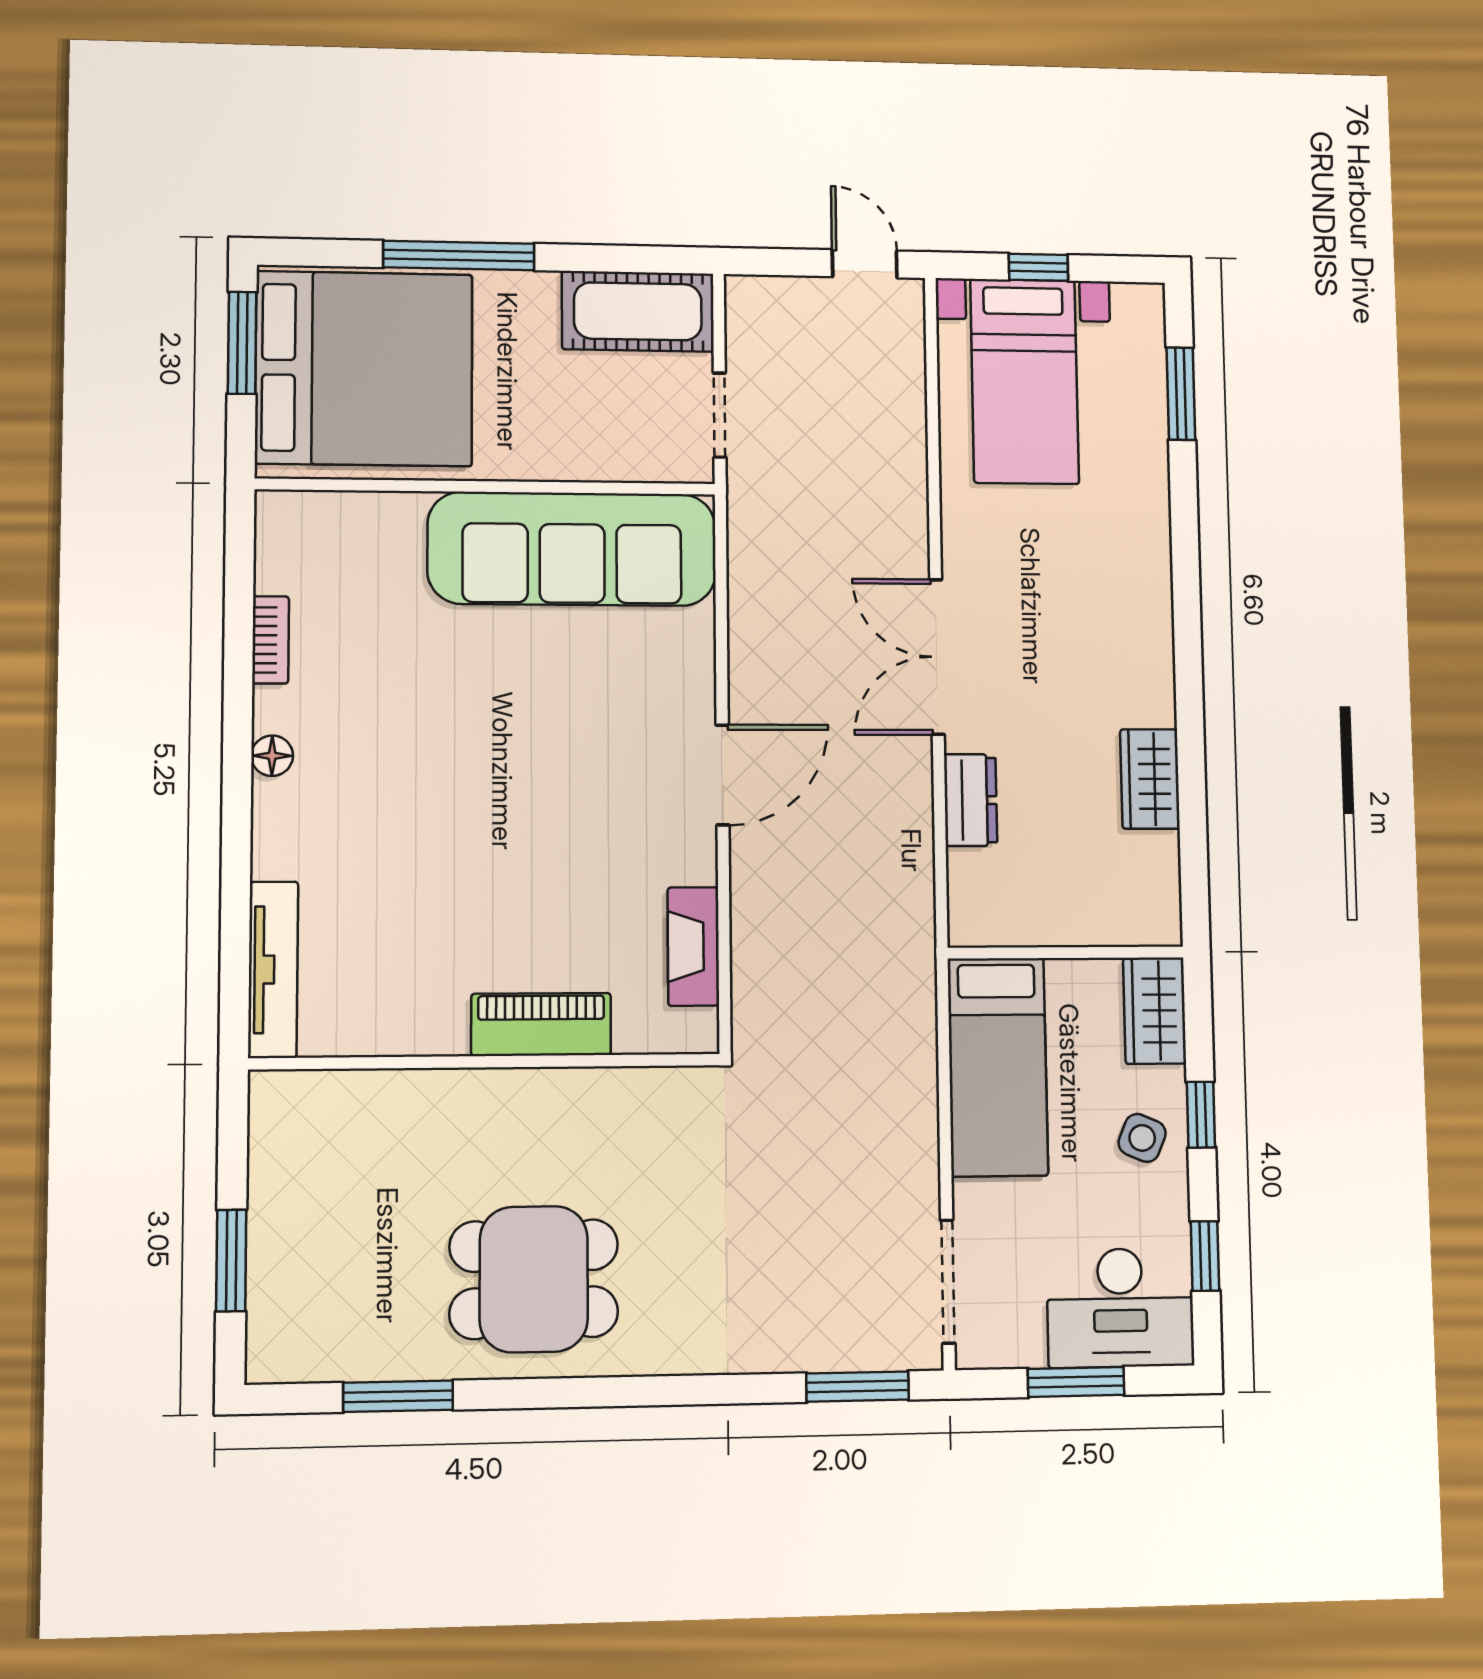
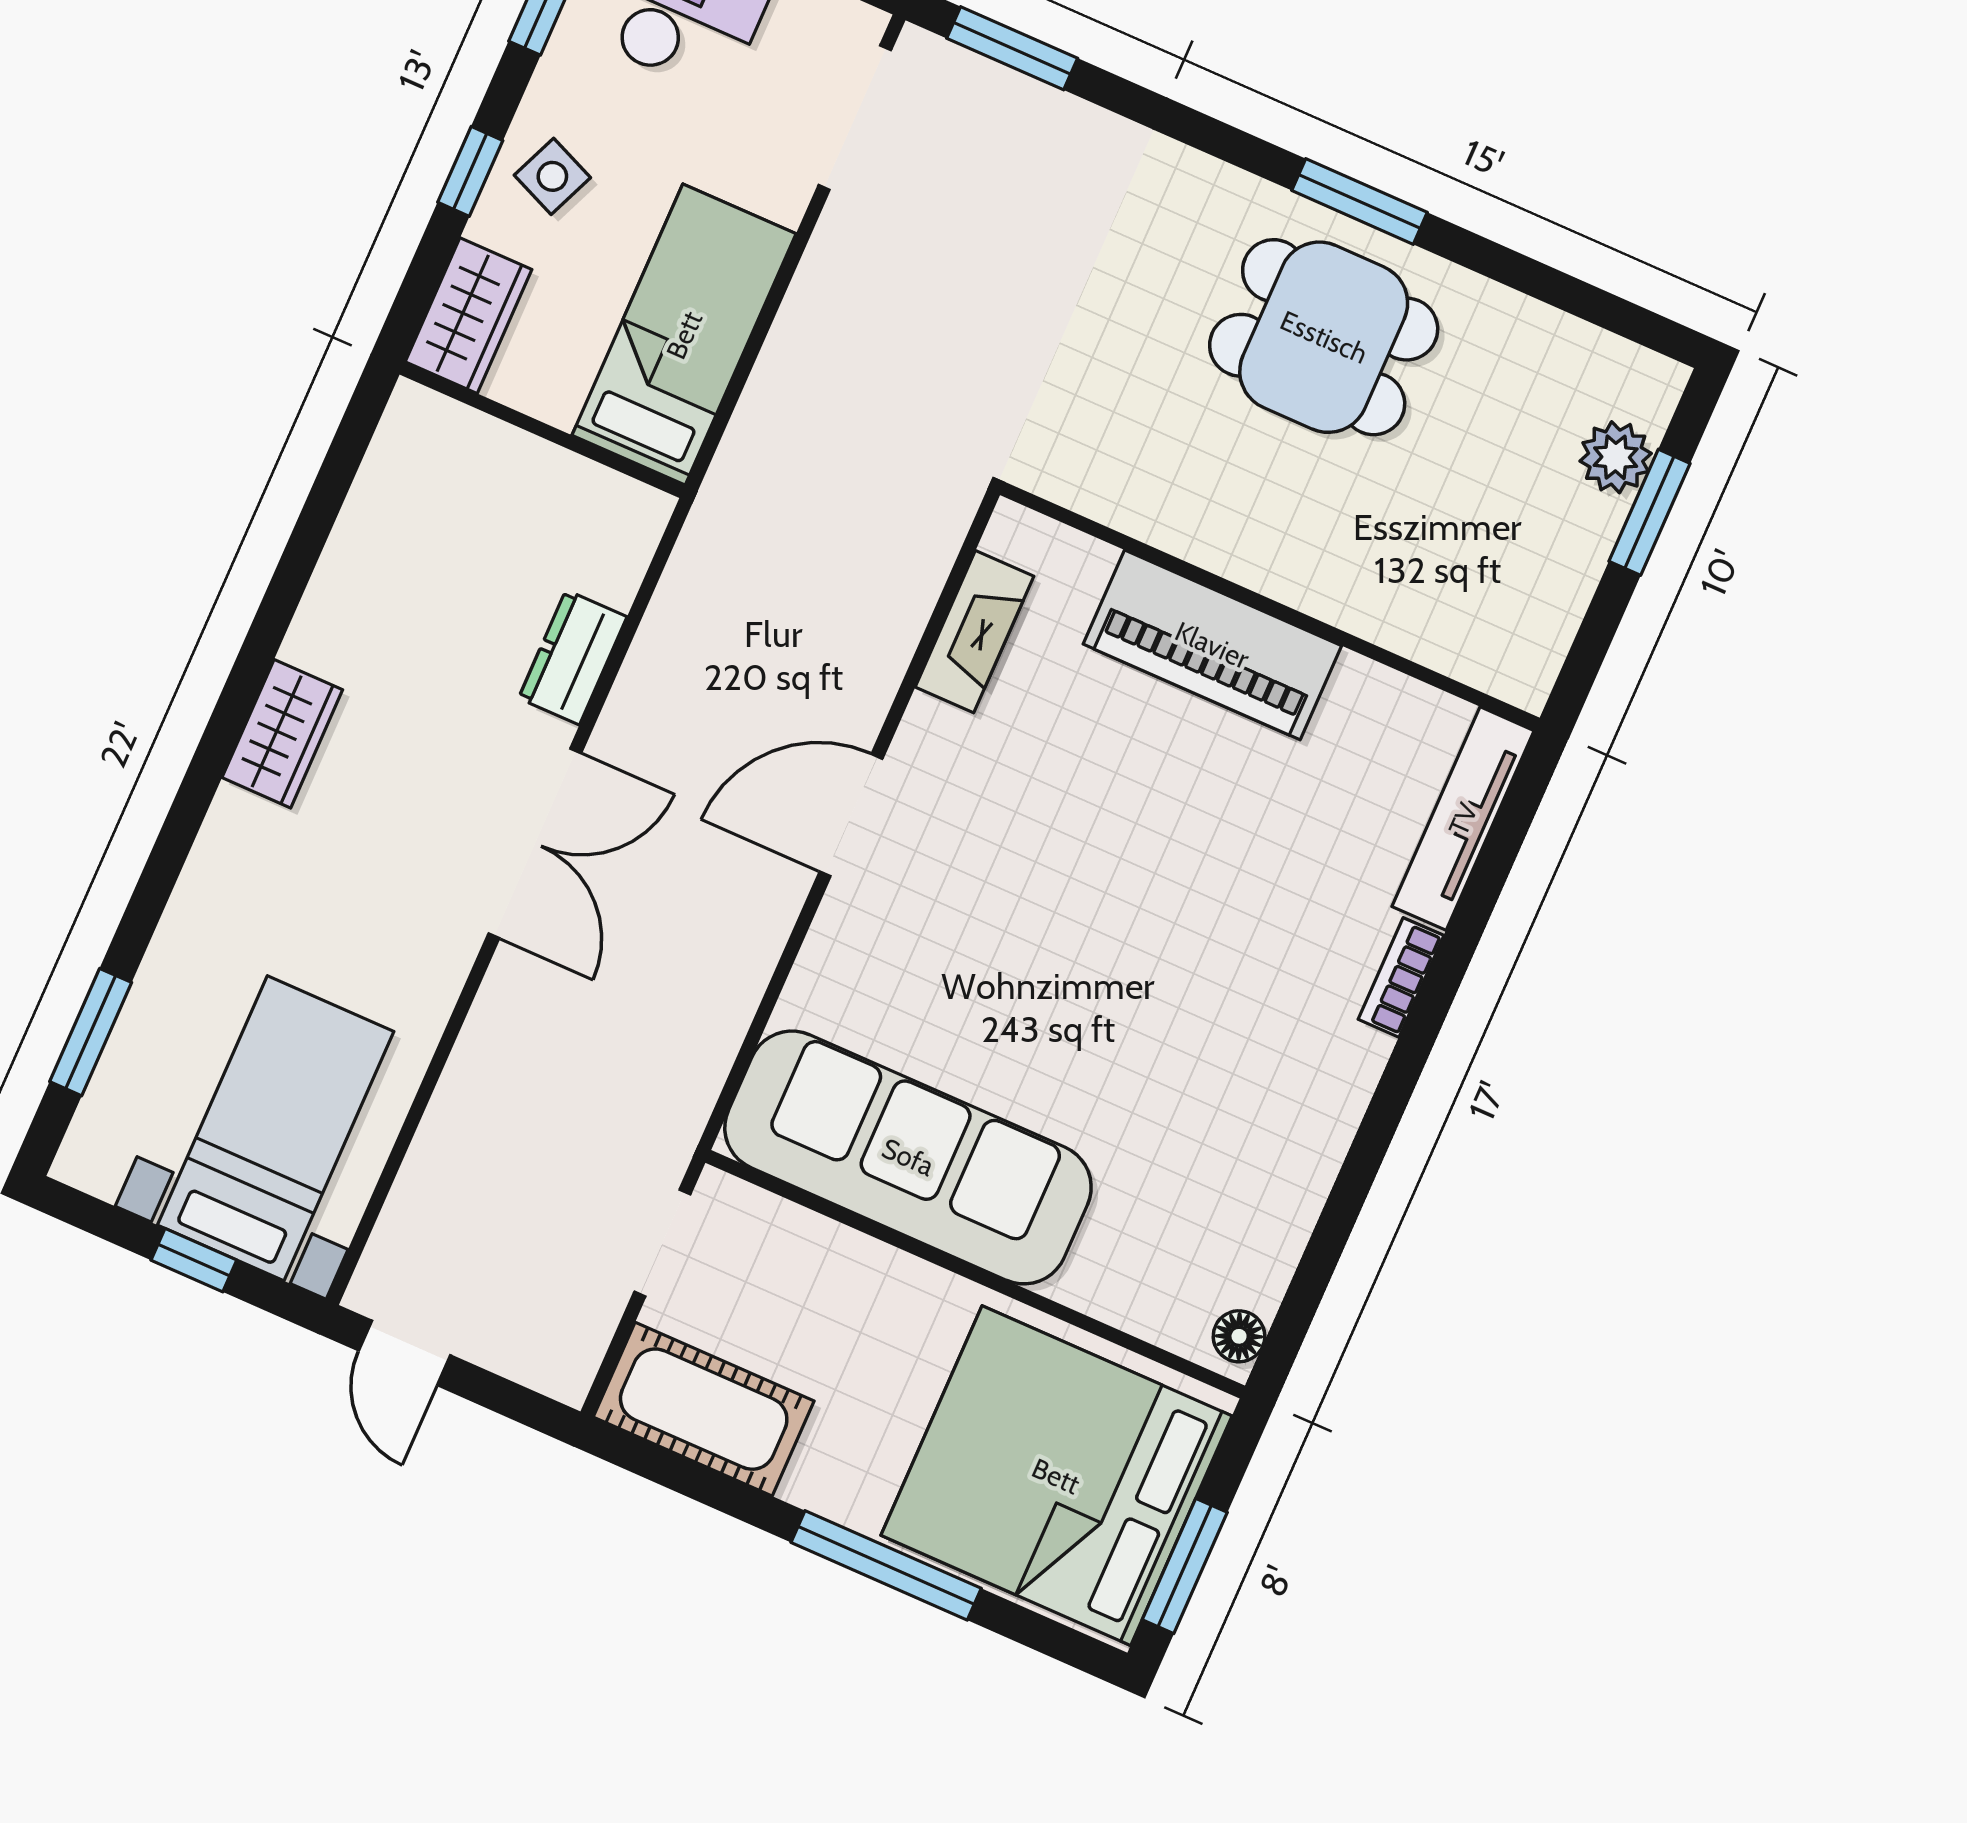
bookcase: (271, 640) -> (1401, 977), moved
floor lamp: (272, 756) -> (1239, 1336), moved
wardrobe: (1150, 779) -> (282, 734), moved
piano: (541, 1024) -> (1212, 645), width x1.37, depth x1.33
plant: (275, 1290) -> (1616, 457), added
window: (398, 1396) -> (1360, 201), moved

